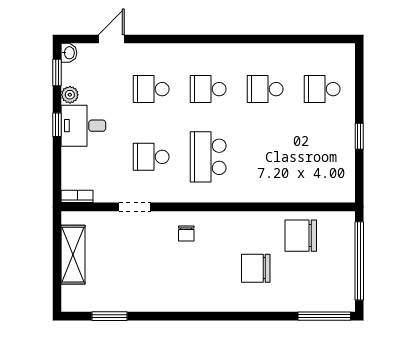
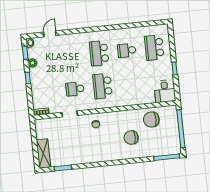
school desk: (151, 89) -> (72, 56), removed
school desk: (208, 89) -> (99, 53), width x1.85
school desk: (322, 89) -> (154, 48), width x1.85
desk: (83, 126) -> (165, 91), moved, turned -90
shelving: (73, 255) -> (43, 153), moved

